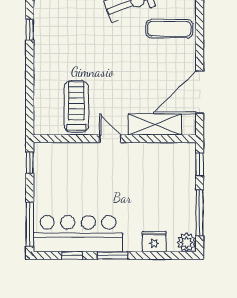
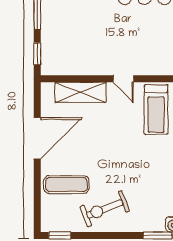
door: (200, 92) -> (37, 138), moved

